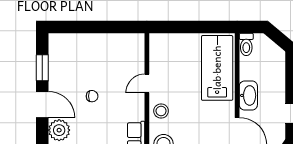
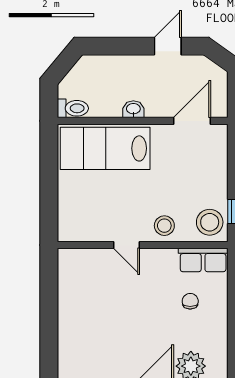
washbasin: (248, 95) -> (133, 109), width x0.52, depth x0.69
chair: (92, 96) -> (190, 301), moved

